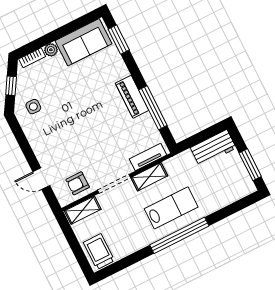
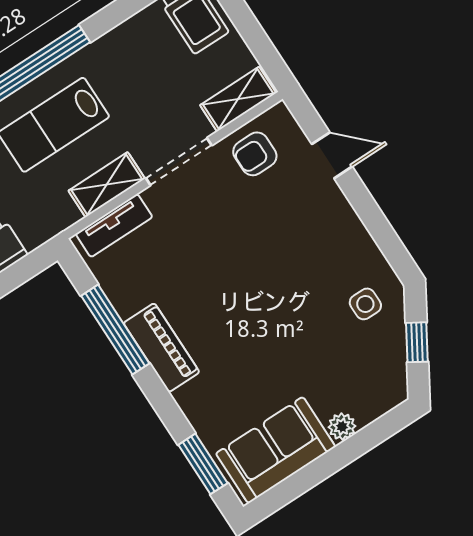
bookcase: (32, 58) -> (379, 406), removed
armchair: (78, 183) -> (255, 154), turned 180

